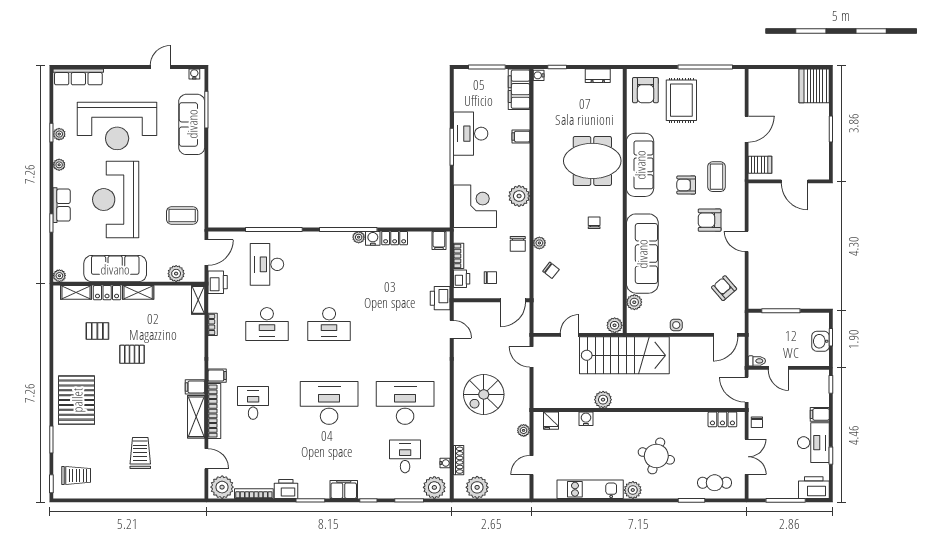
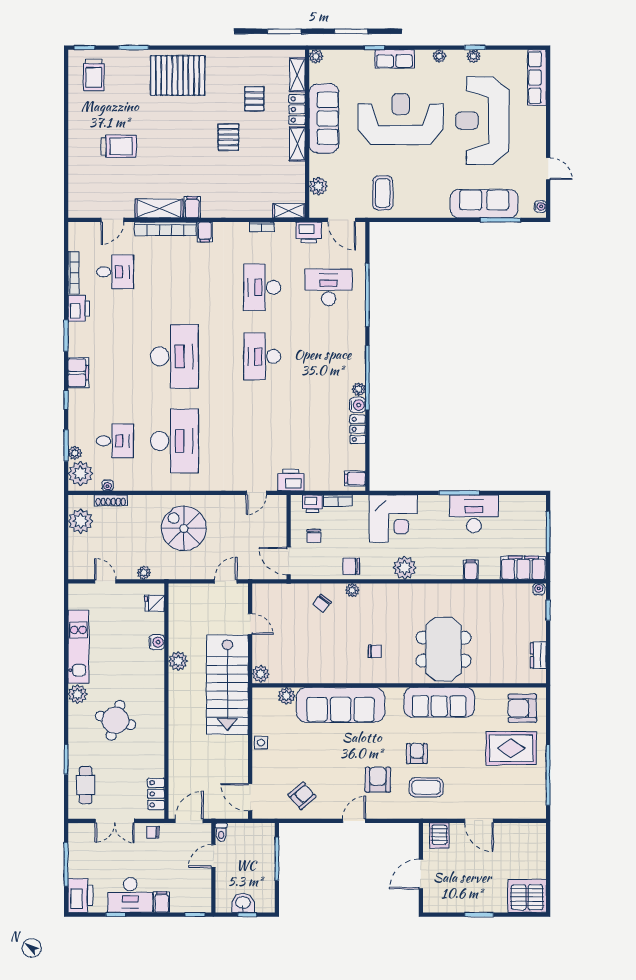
desk: (253, 403) -> (115, 272), moved
plant: (222, 487) -> (75, 453), moved, width x0.53, depth x0.53

